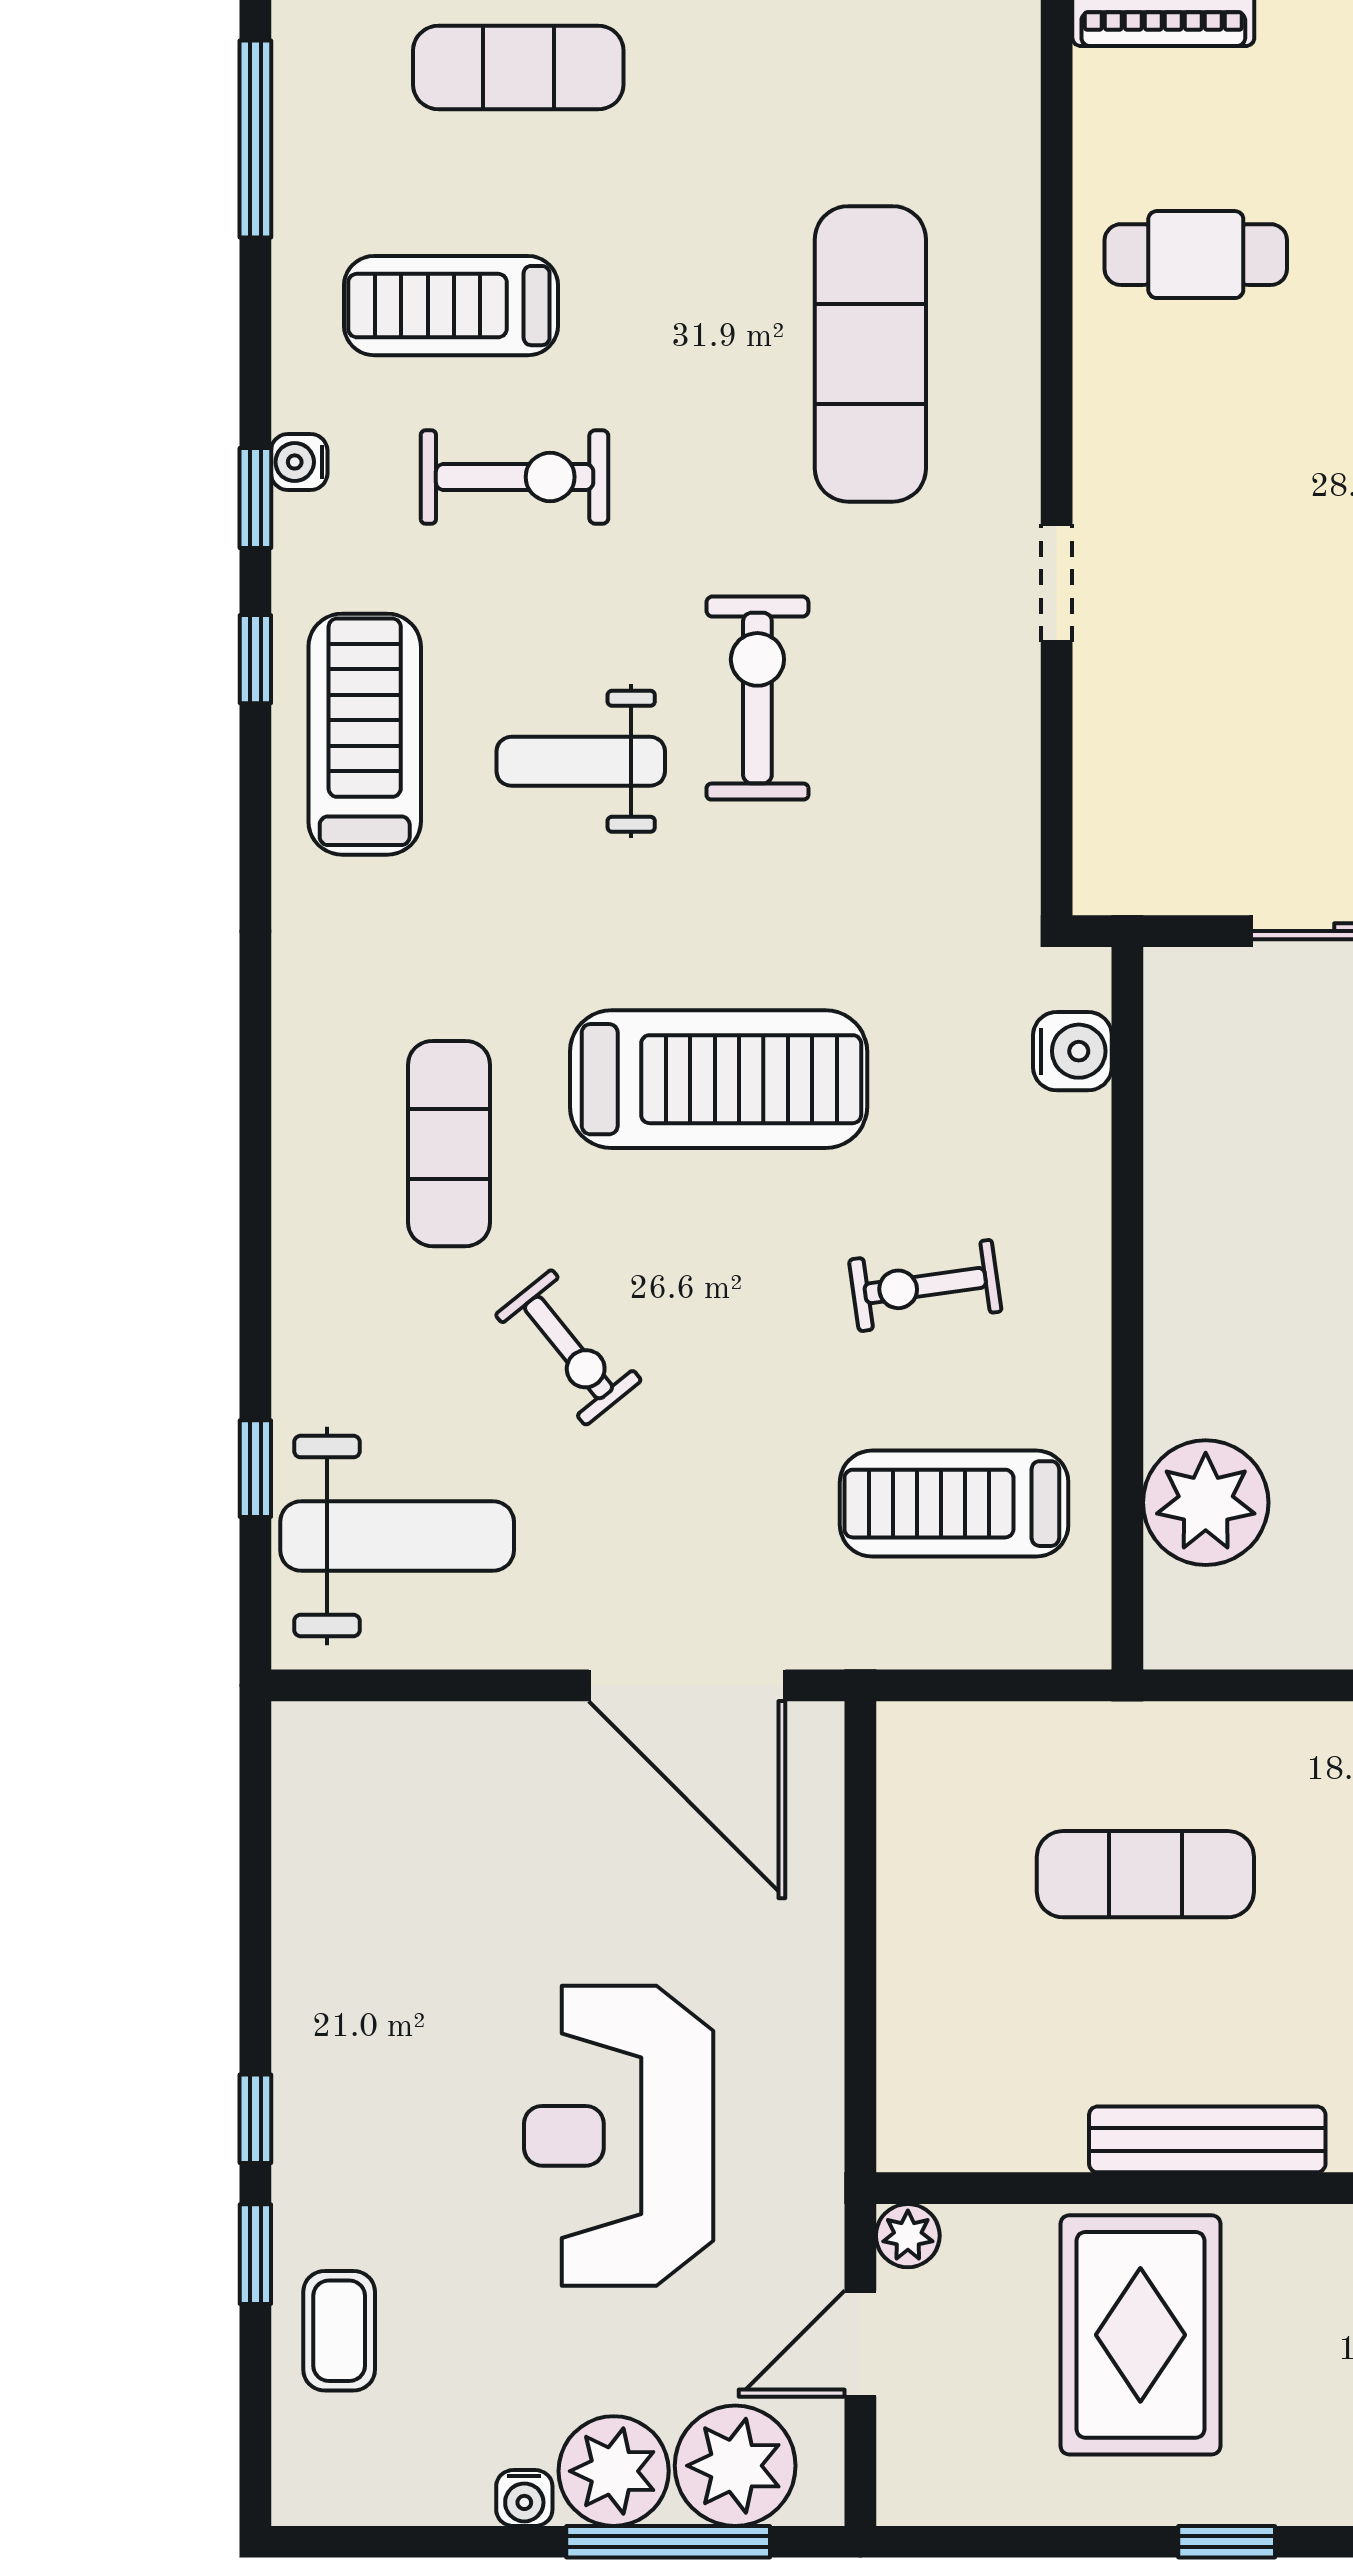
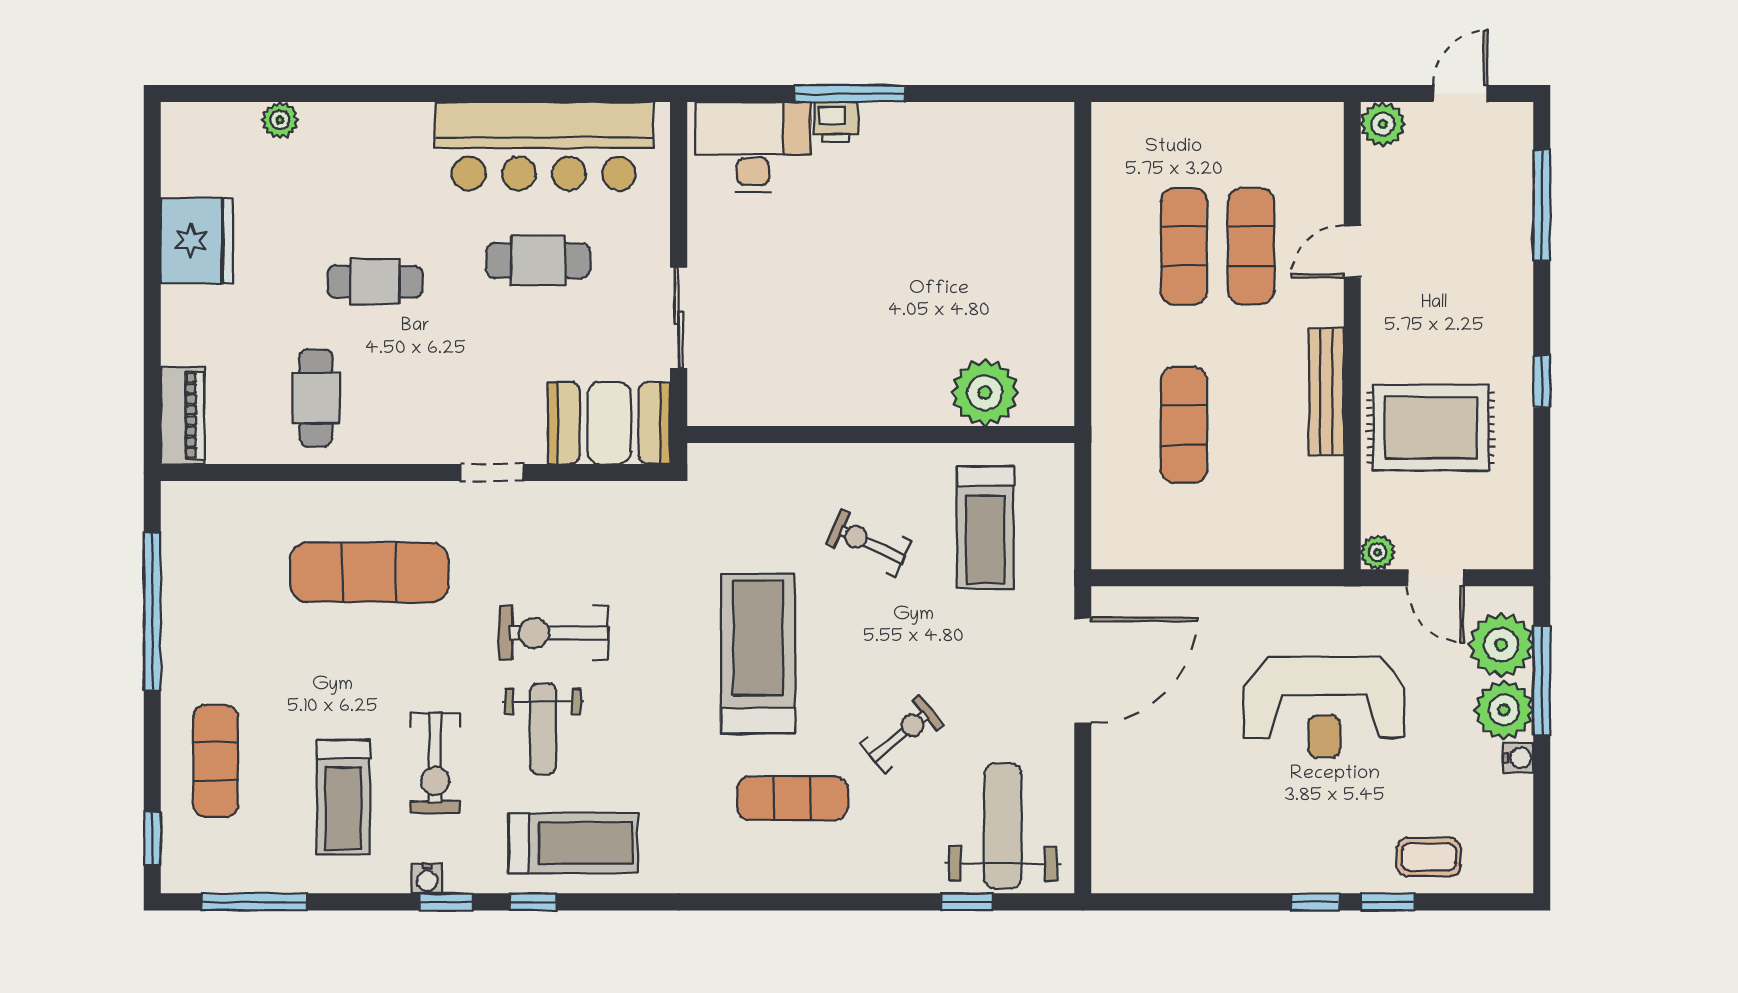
exercise bike: (515, 477) -> (435, 763), turned 180
treadmill: (365, 734) -> (573, 843), turned 180
weight bench: (581, 761) -> (543, 729), moved
booth: (1149, 801) -> (609, 423), added
water cooler: (1072, 1051) -> (743, 464), removed
exercise bike: (925, 1286) -> (869, 543), turned 123

